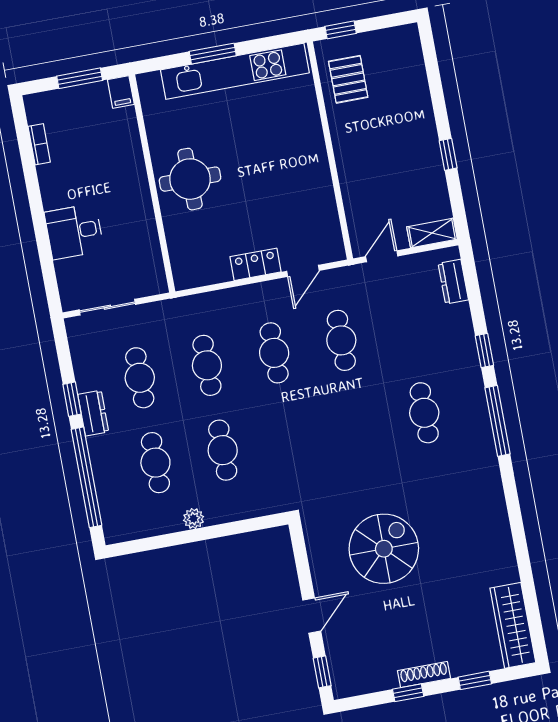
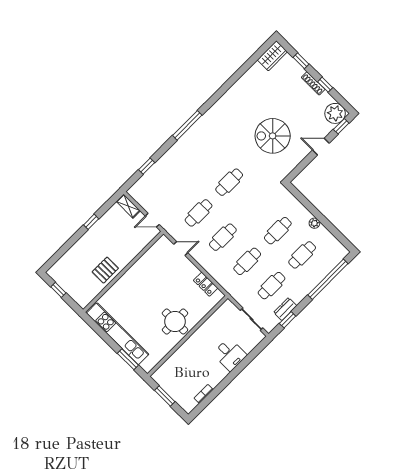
window: (341, 30) -> (58, 290), moved
window: (213, 54) -> (128, 359), moved
pallet: (348, 79) -> (105, 270), moved
filing cabinet: (121, 92) -> (159, 375), removed
locker: (256, 264) -> (206, 284), moved
dresser: (453, 282) -> (142, 183), removed
window: (484, 351) -> (147, 166), moved
window: (72, 399) -> (288, 320), moved
dresser: (93, 413) -> (285, 309), moved
cafe table: (424, 413) -> (229, 182), moved
wardrobe: (513, 625) -> (272, 56), width x0.67
plant: (350, 676) -> (335, 113), added

